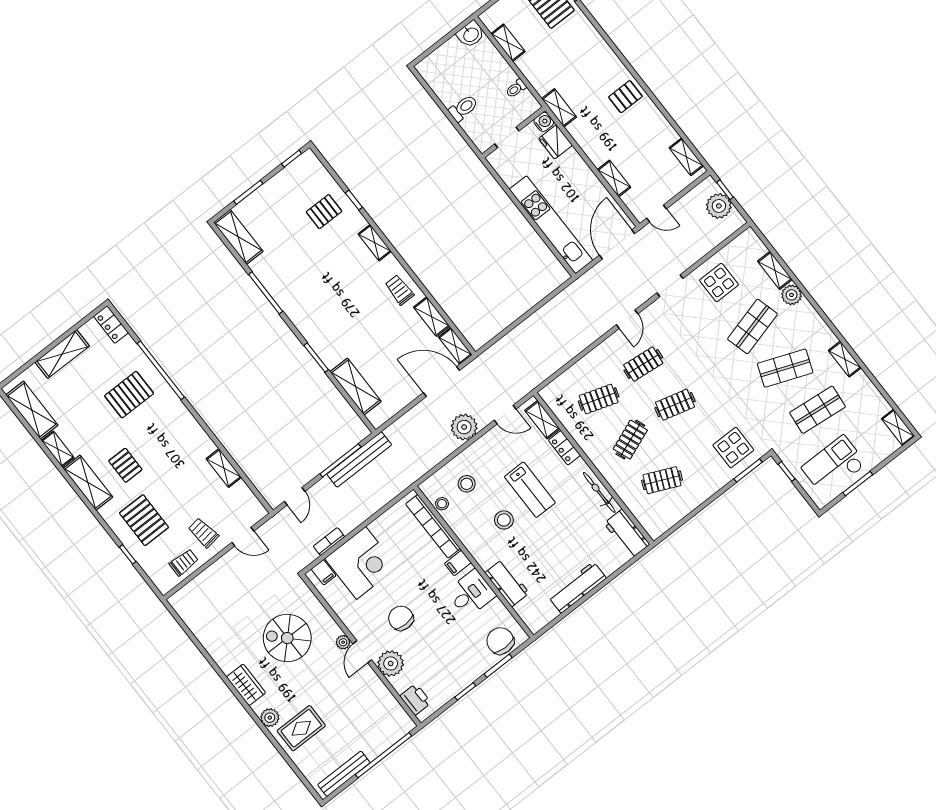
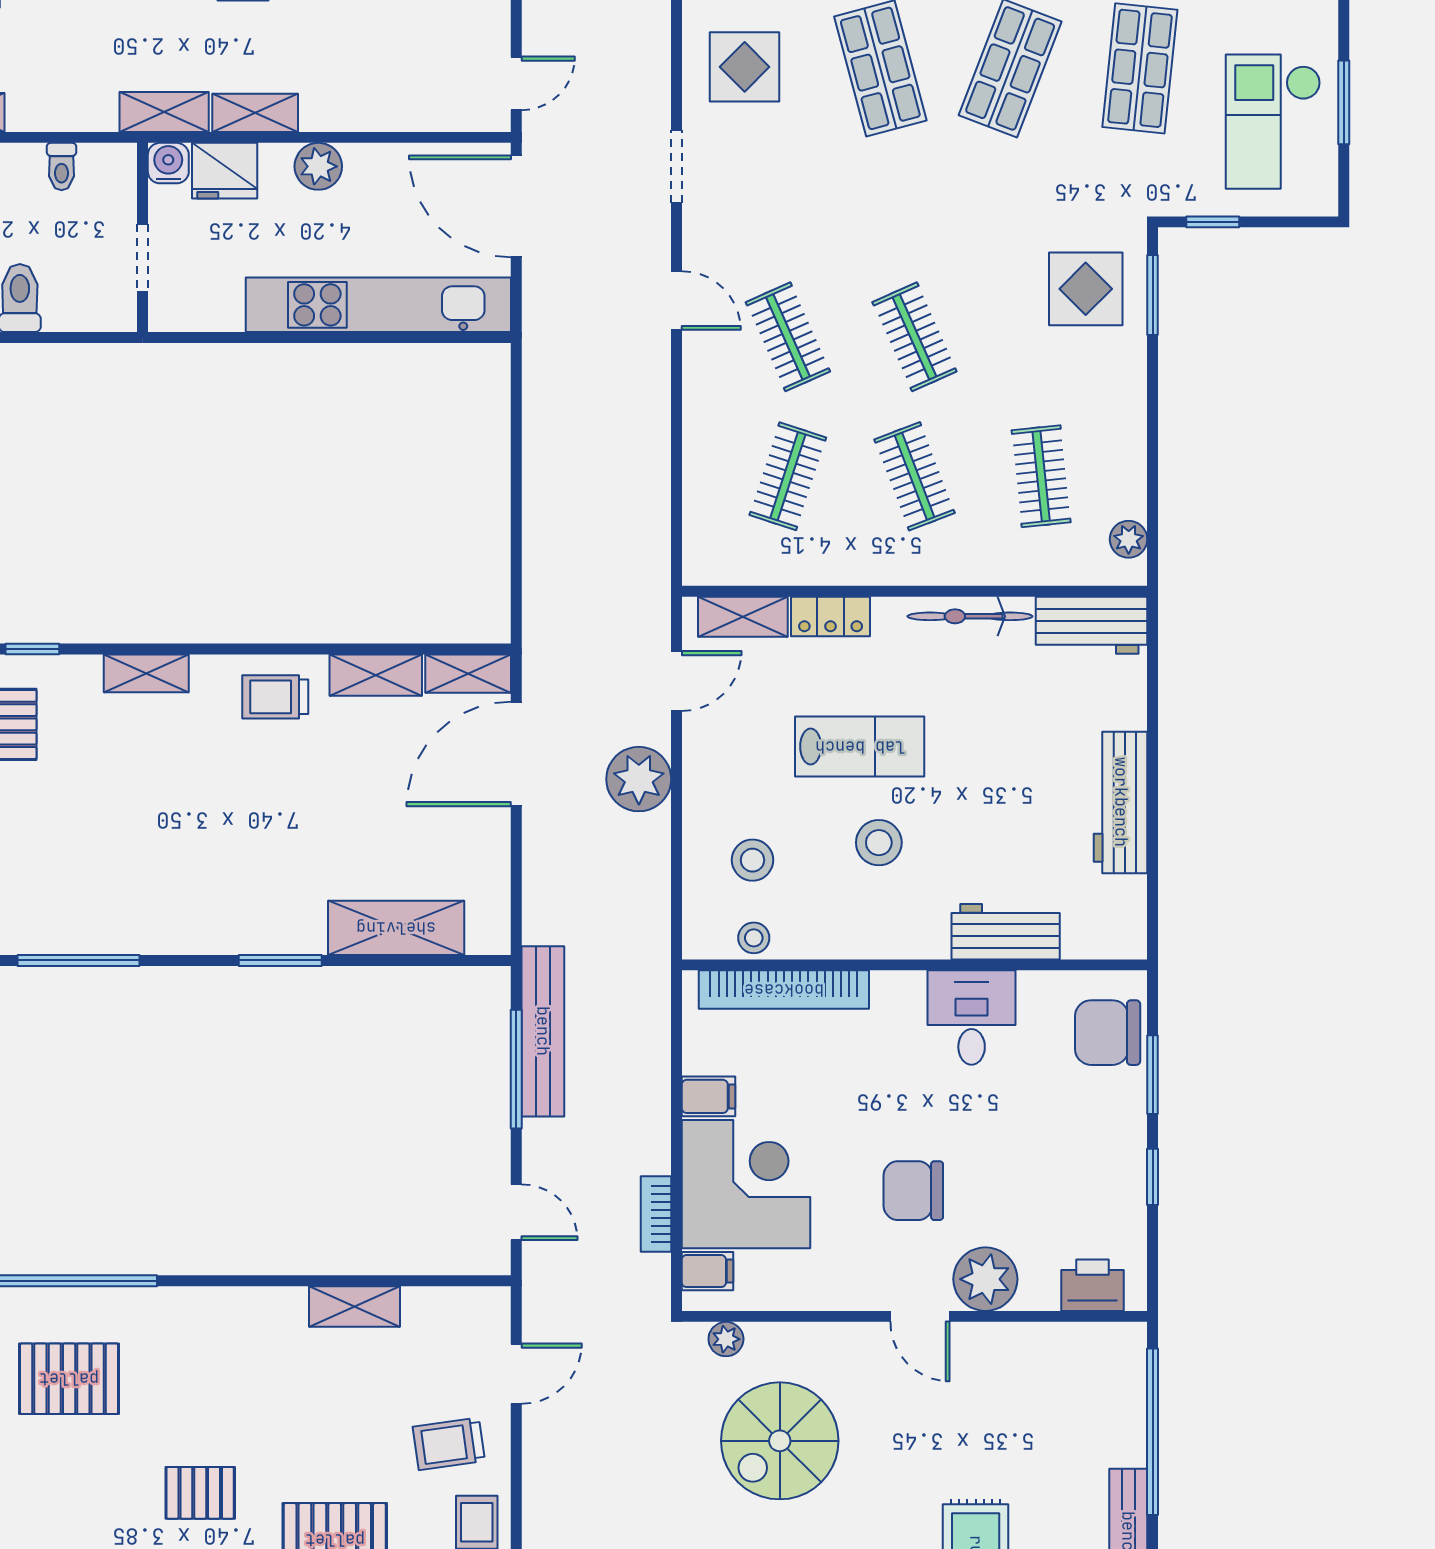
plant: (580, 171) -> (318, 166), added
shelving: (614, 178) -> (255, 113), moved
clothes rail: (643, 364) -> (788, 337), turned -30
pallet: (129, 395) -> (69, 1379), turned 90
clothes rail: (675, 405) -> (914, 337), turned -39
clothes rail: (662, 480) -> (1041, 476), turned -30
plant: (664, 524) -> (1129, 539), added
filing cabinet: (458, 563) -> (708, 1096), moved, turned -90
plant: (343, 642) -> (726, 1339), moved

